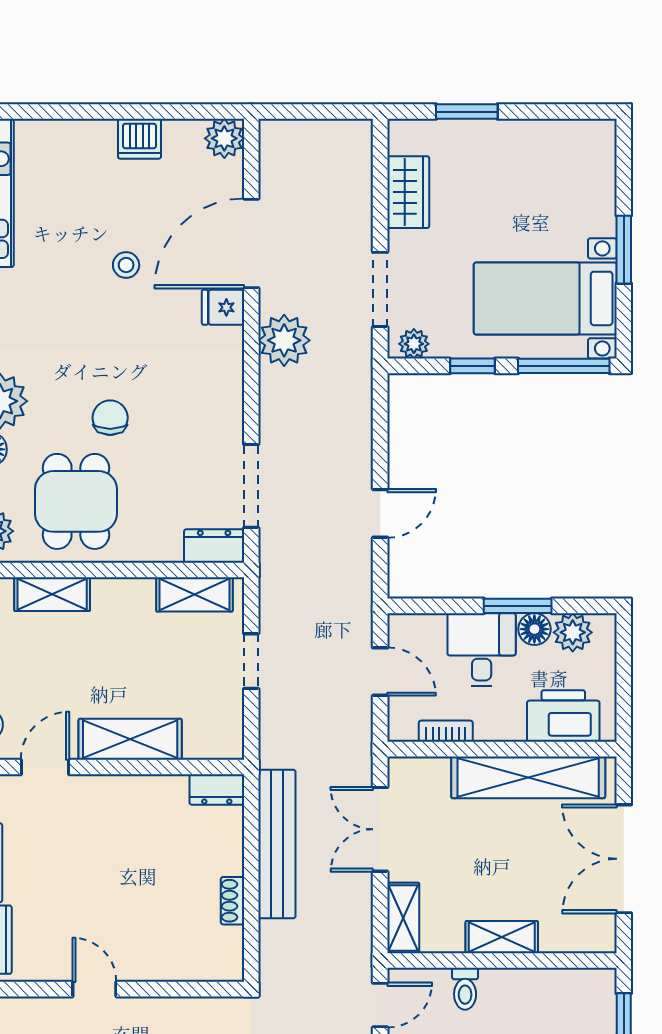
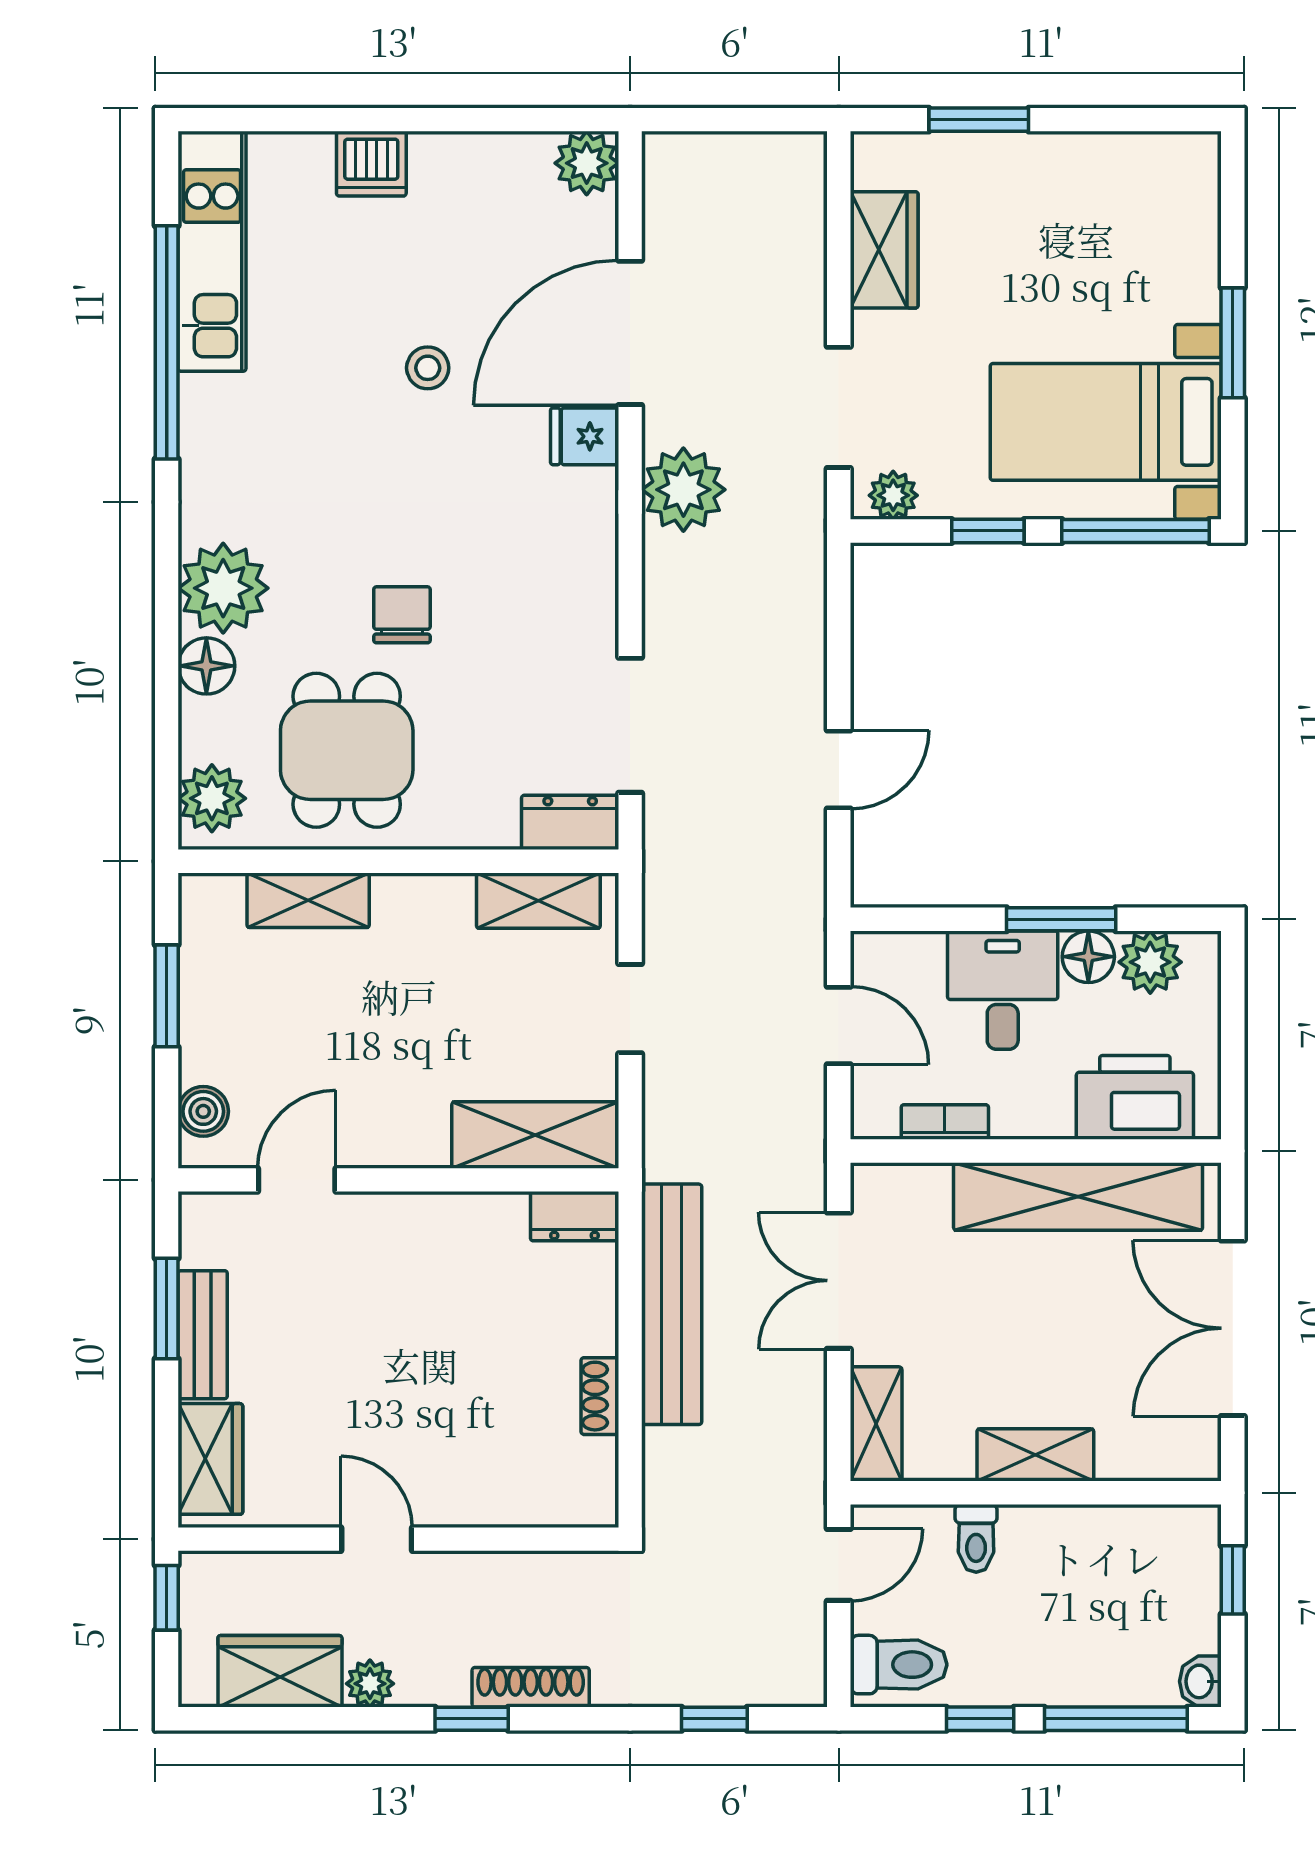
dishwasher: (139, 139) -> (371, 164), moved
shelving: (130, 739) -> (535, 1135), moved

